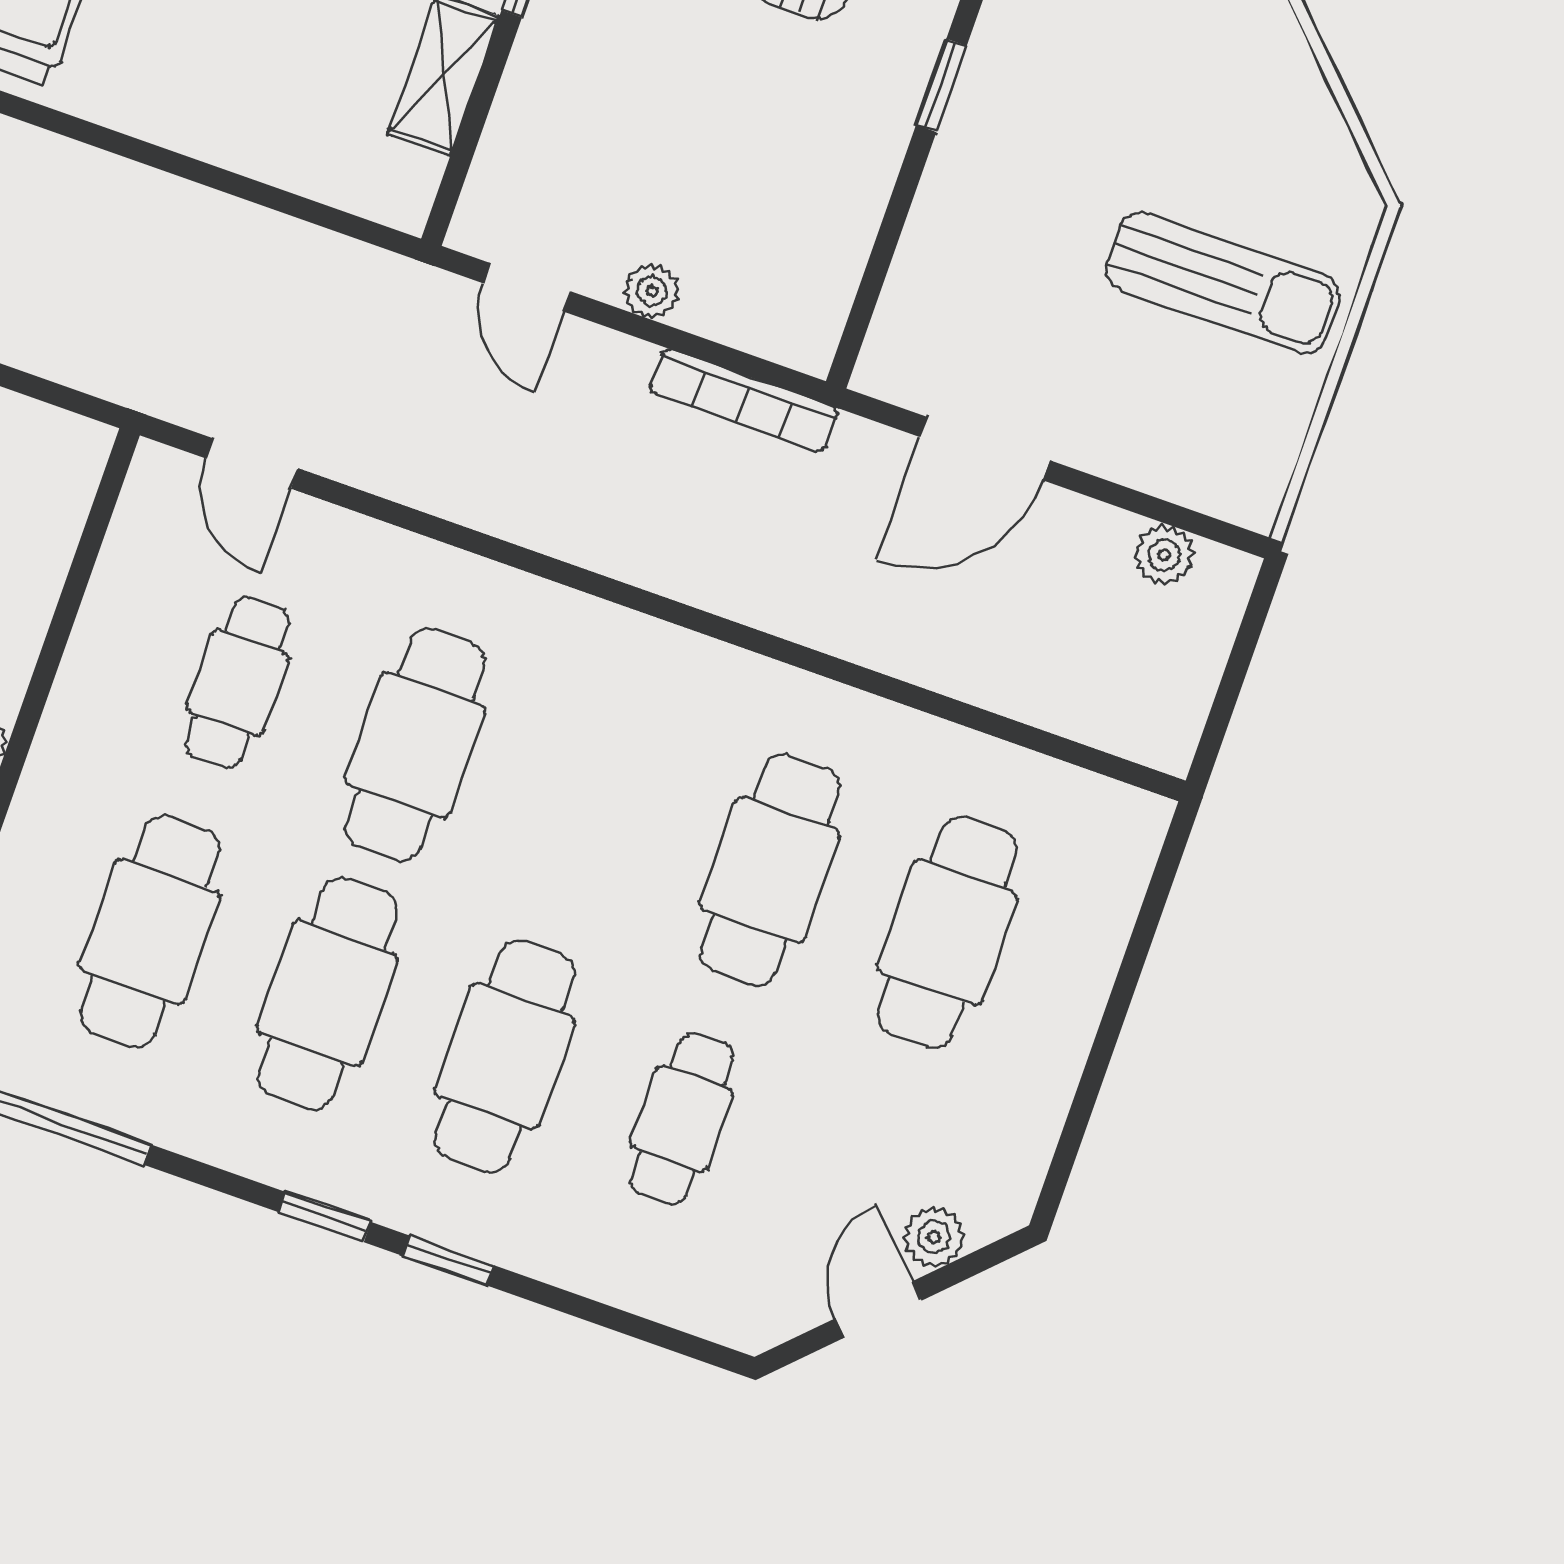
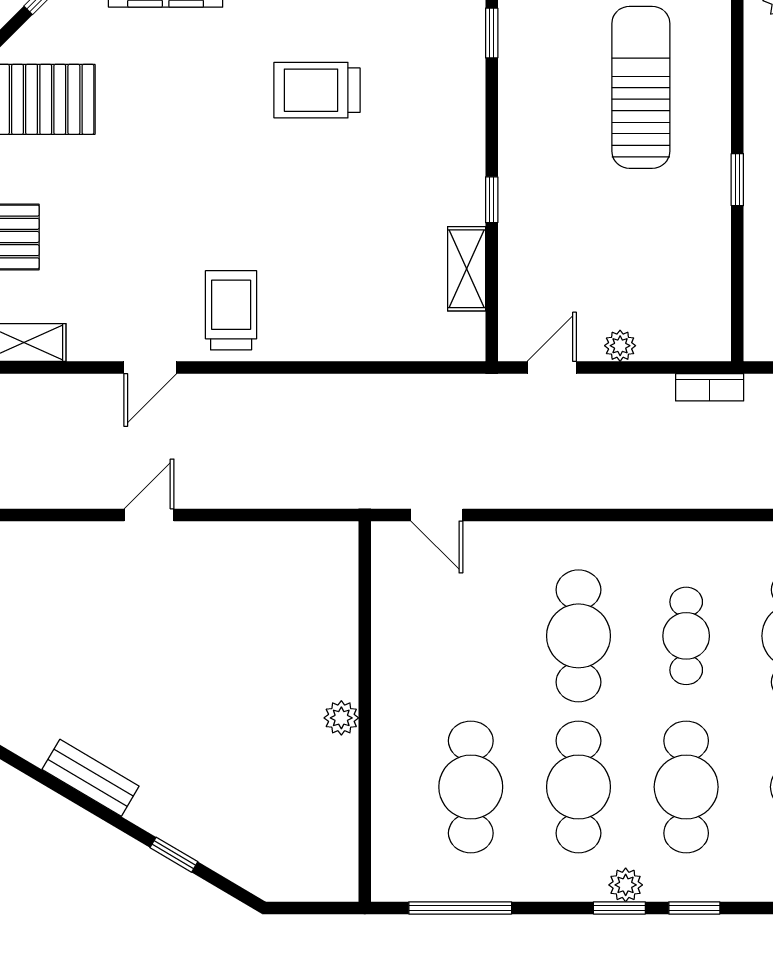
door: (527, 287) -> (552, 368), swing flipped
bookcase: (744, 400) -> (710, 387), width x0.64
cafe table: (238, 682) -> (686, 636), moved
plant: (348, 1183) -> (626, 885), added

